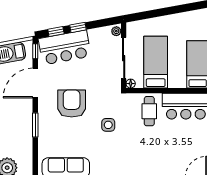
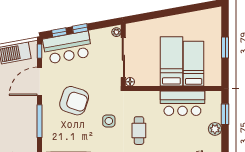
bed: (156, 62) -> (171, 61), moved
armchair: (72, 103) -> (74, 101), turned 108
cafe table: (149, 111) -> (139, 131), moved
window: (35, 125) -> (40, 121), width x1.44

